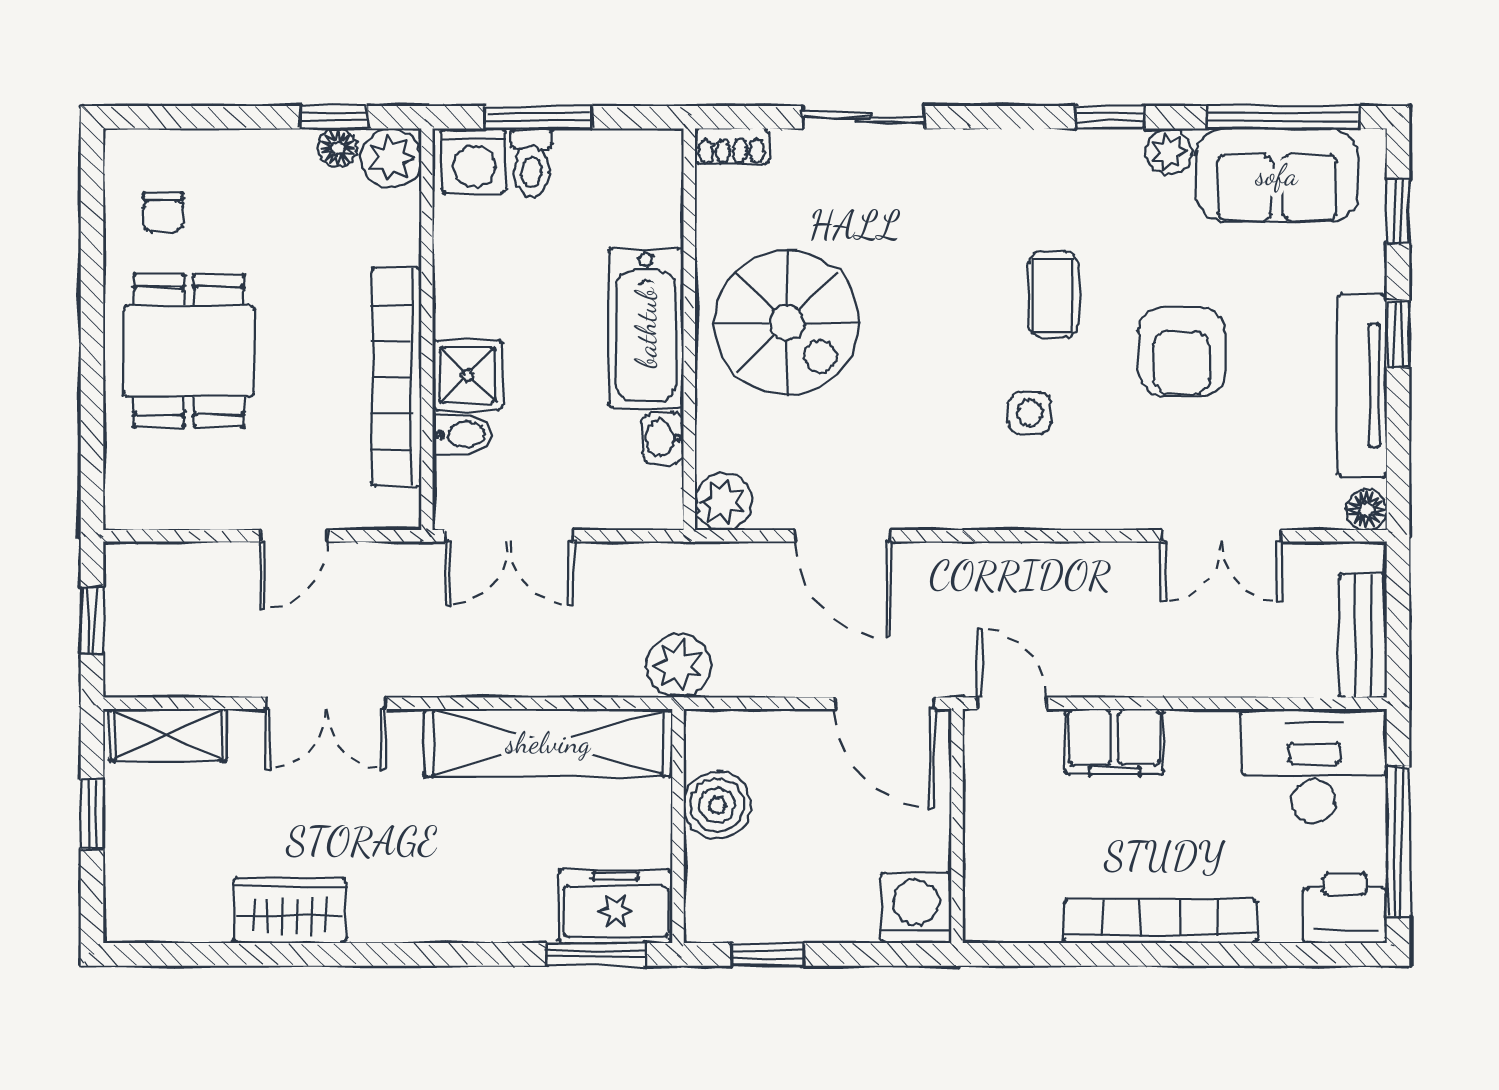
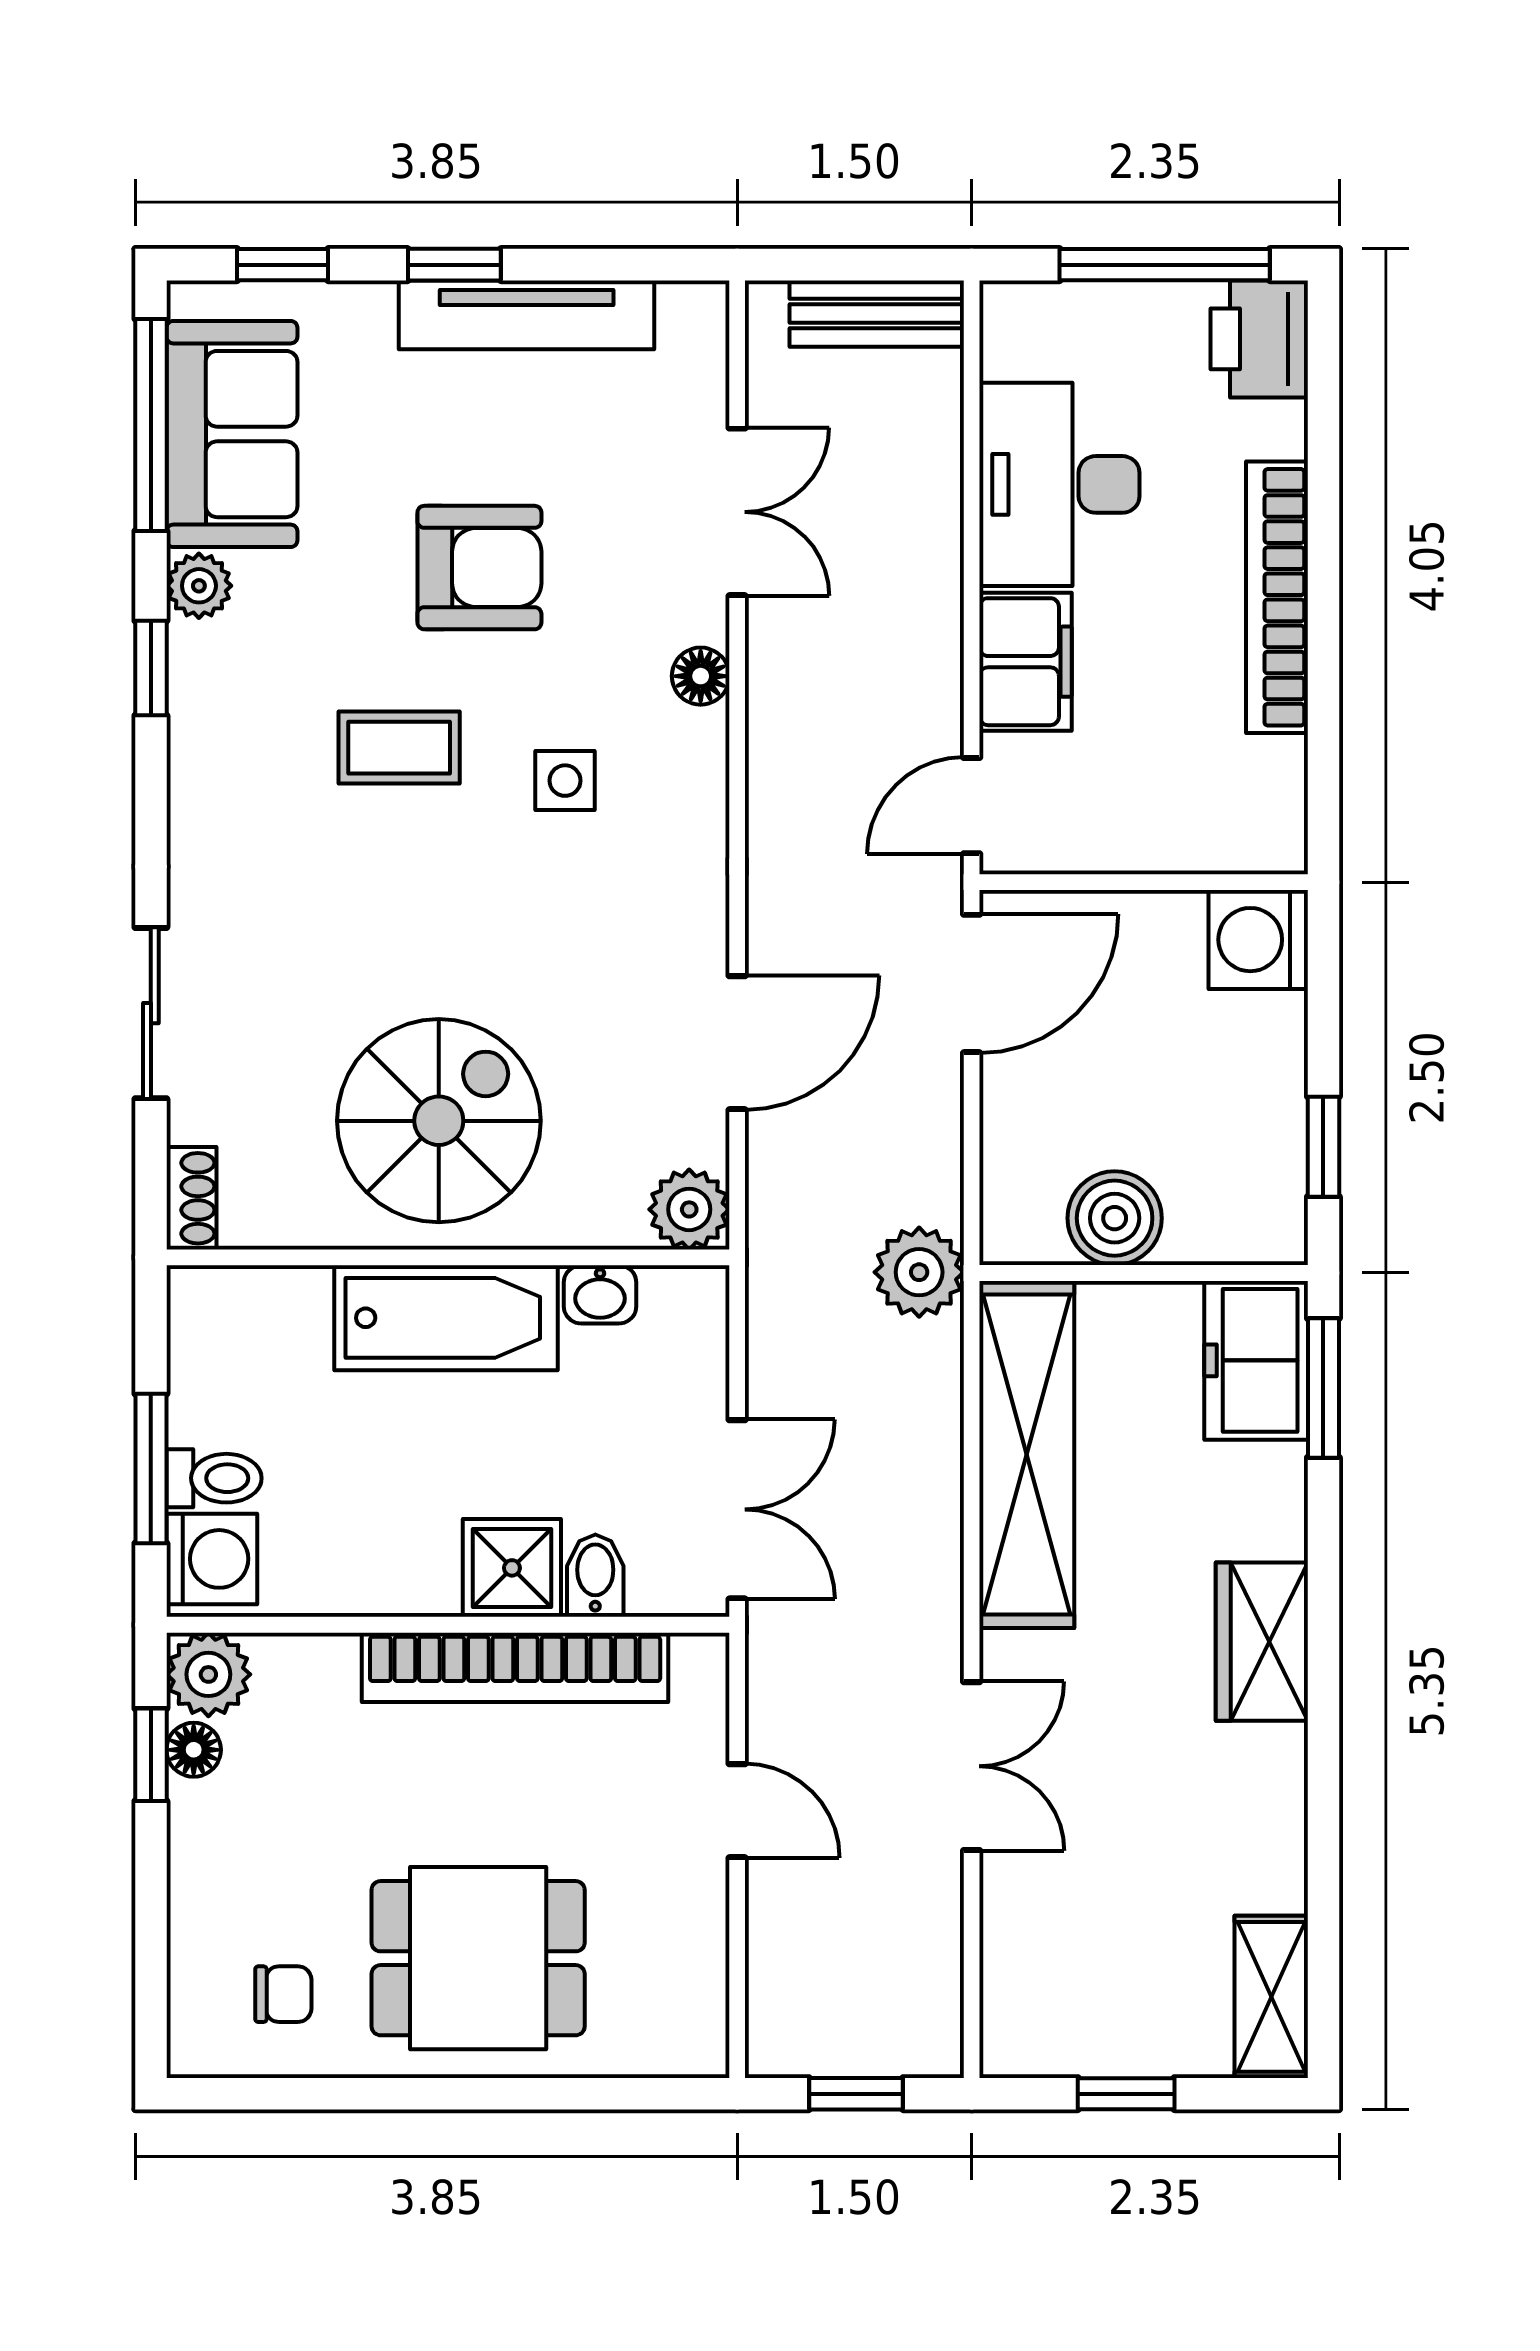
floor lamp: (1366, 510) -> (701, 676), moved
shelving: (167, 735) -> (1271, 1997), moved
desk: (1314, 766) -> (1059, 484), moved
wardrobe: (289, 910) -> (1262, 1642), moved

